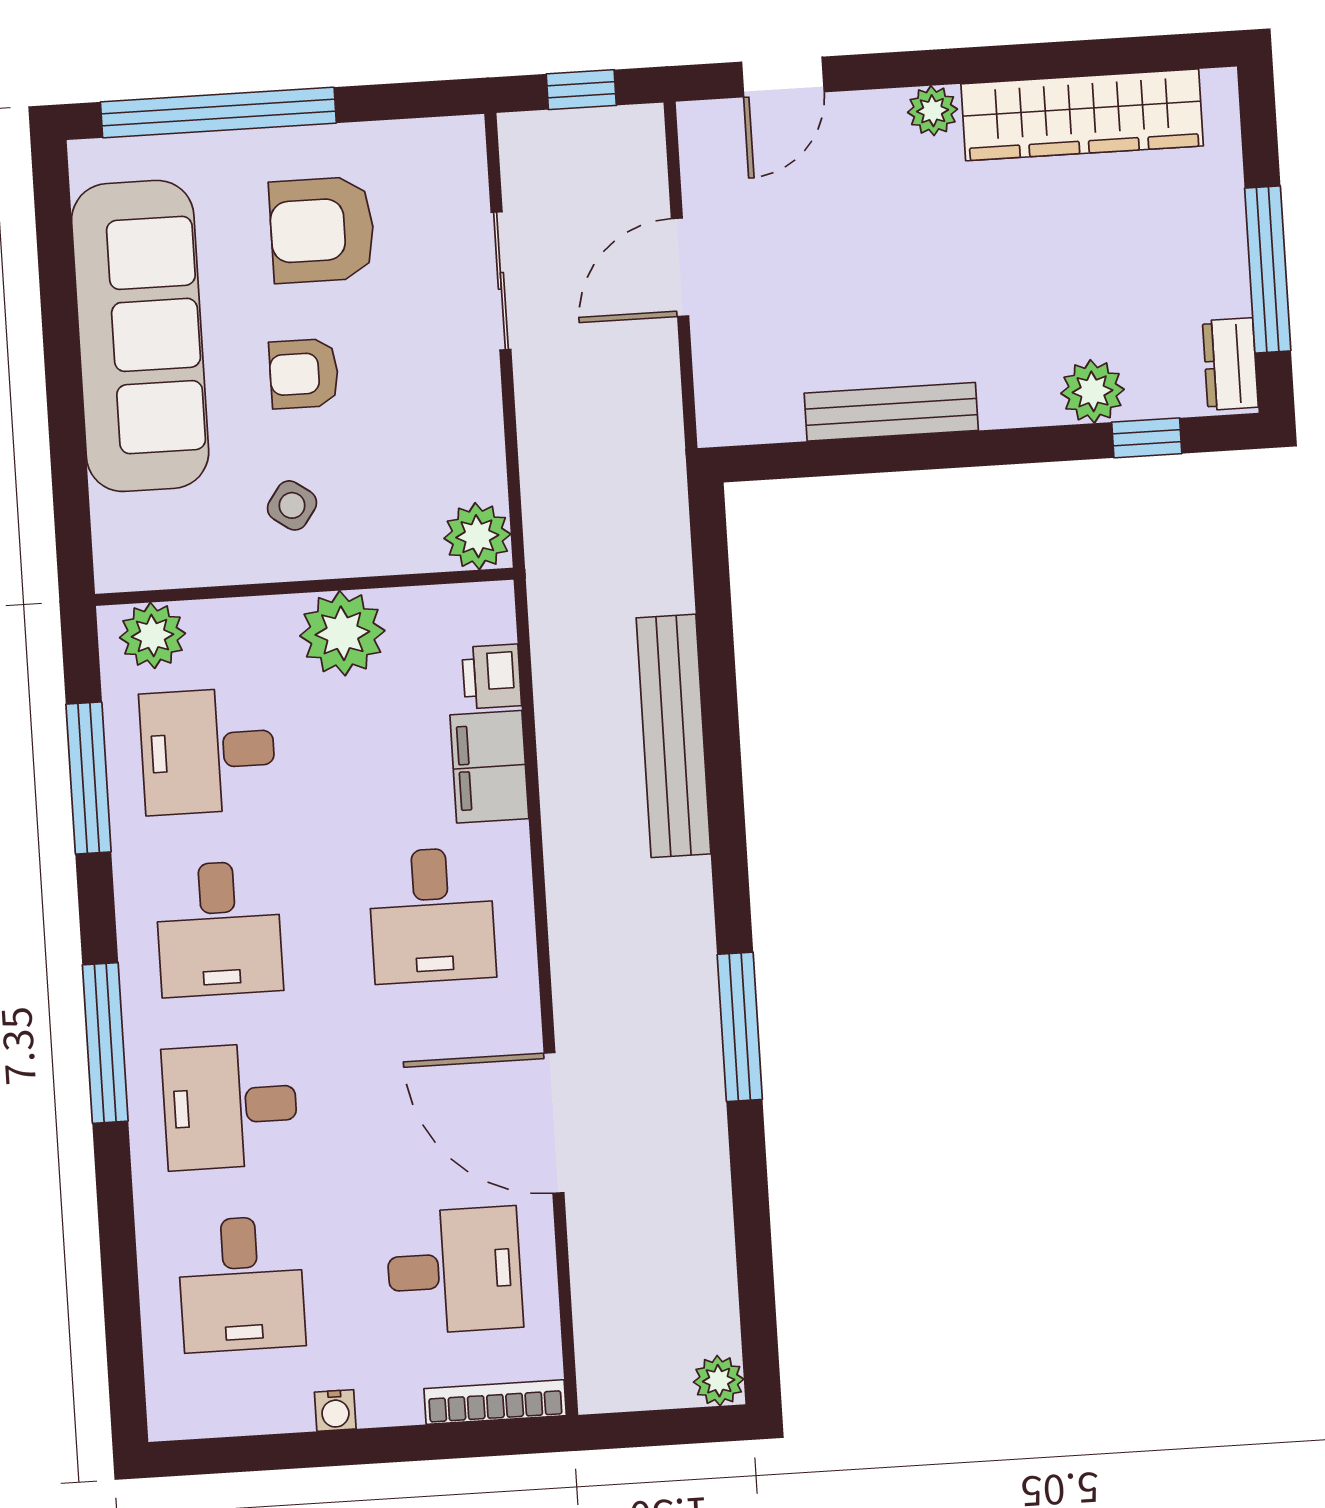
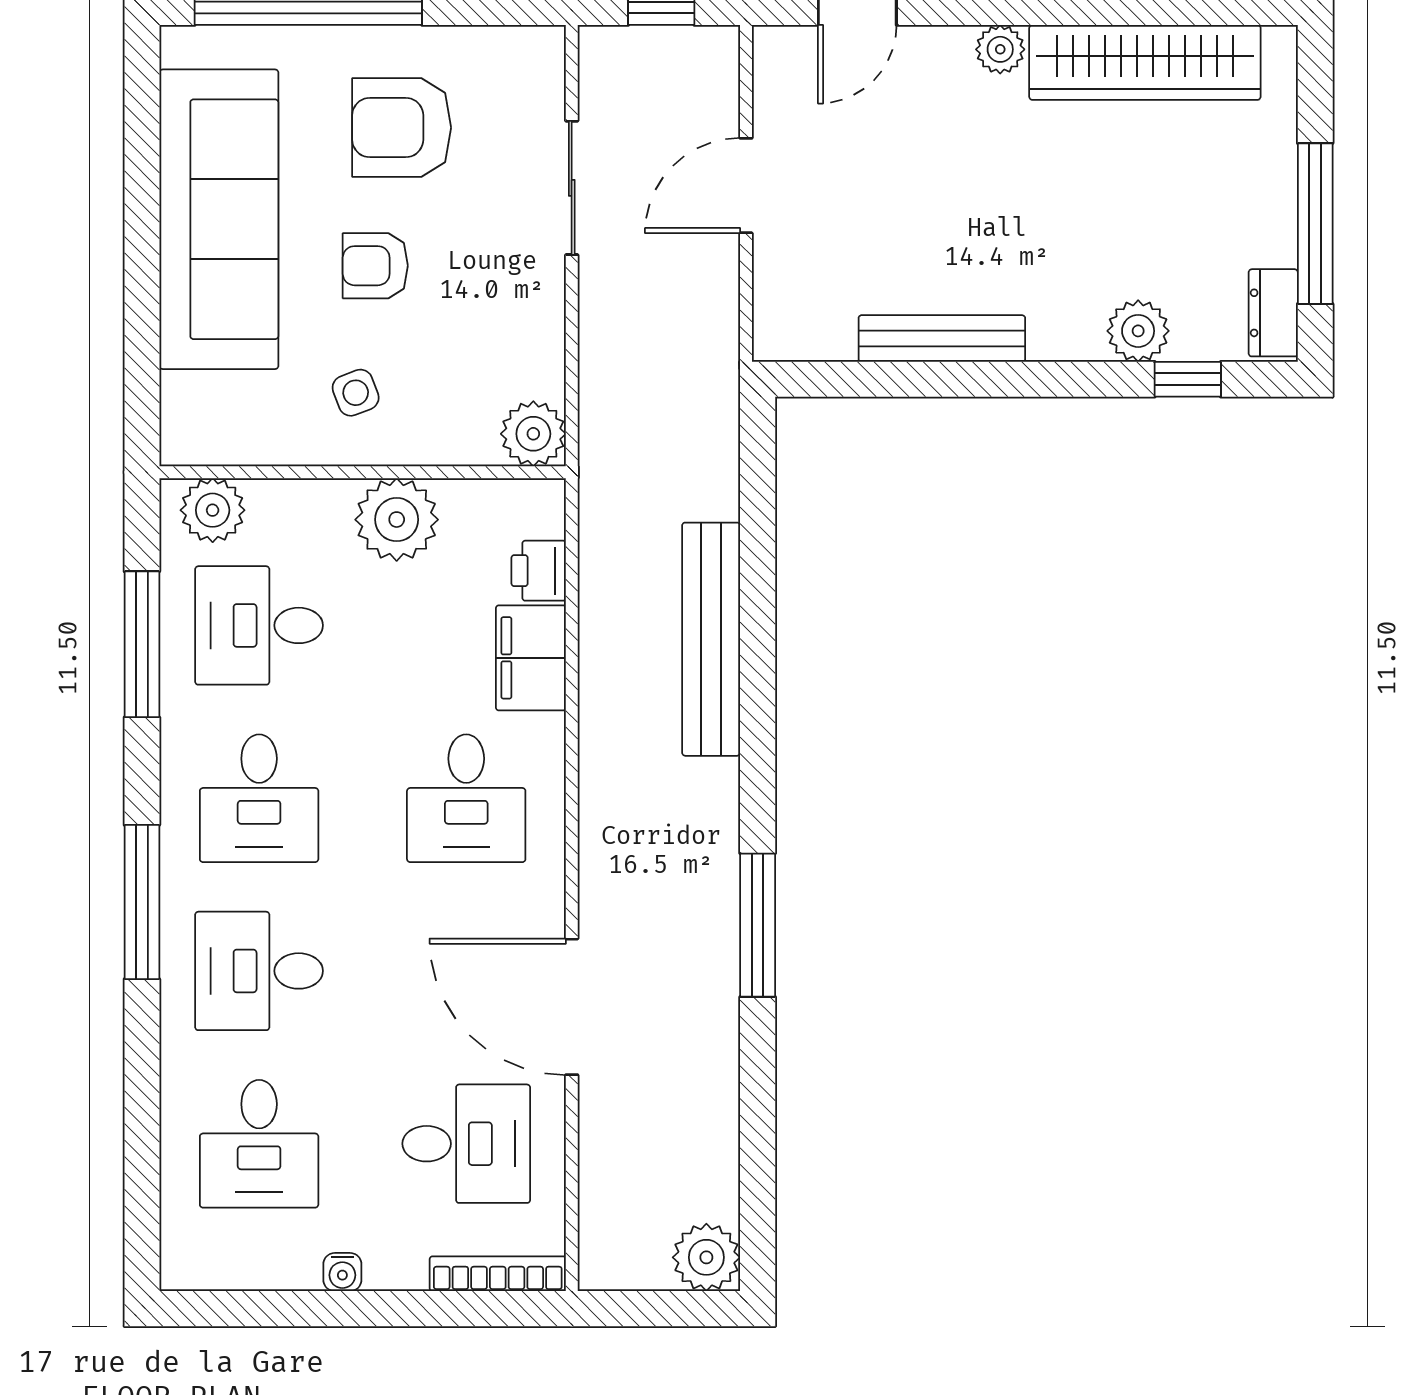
side table: (292, 505) -> (356, 393), turned 34
plant: (719, 1381) -> (706, 1257), width x1.38, depth x1.38

